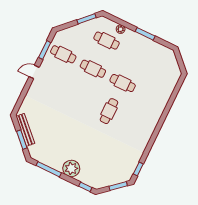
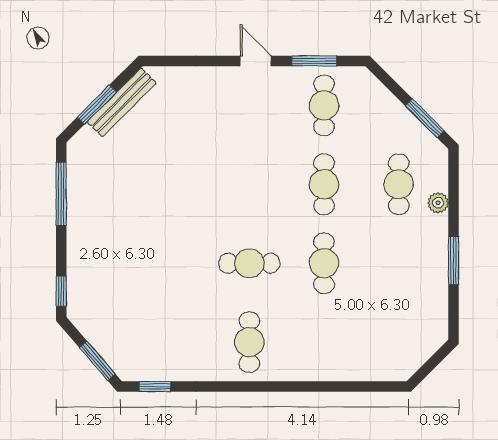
cafe table: (139, 125) -> (249, 342), added
plant: (71, 168) -> (86, 242), removed

